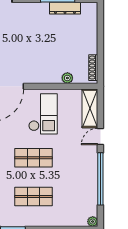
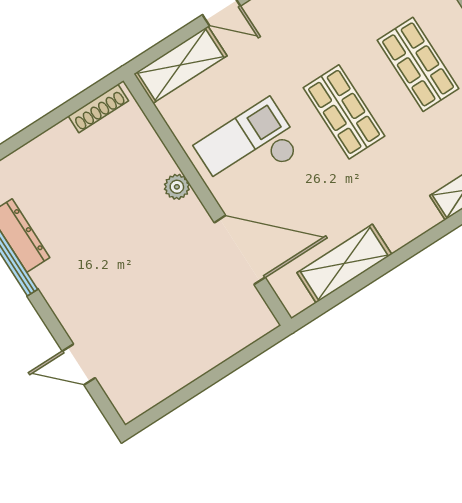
plant: (67, 78) -> (177, 187), moved

